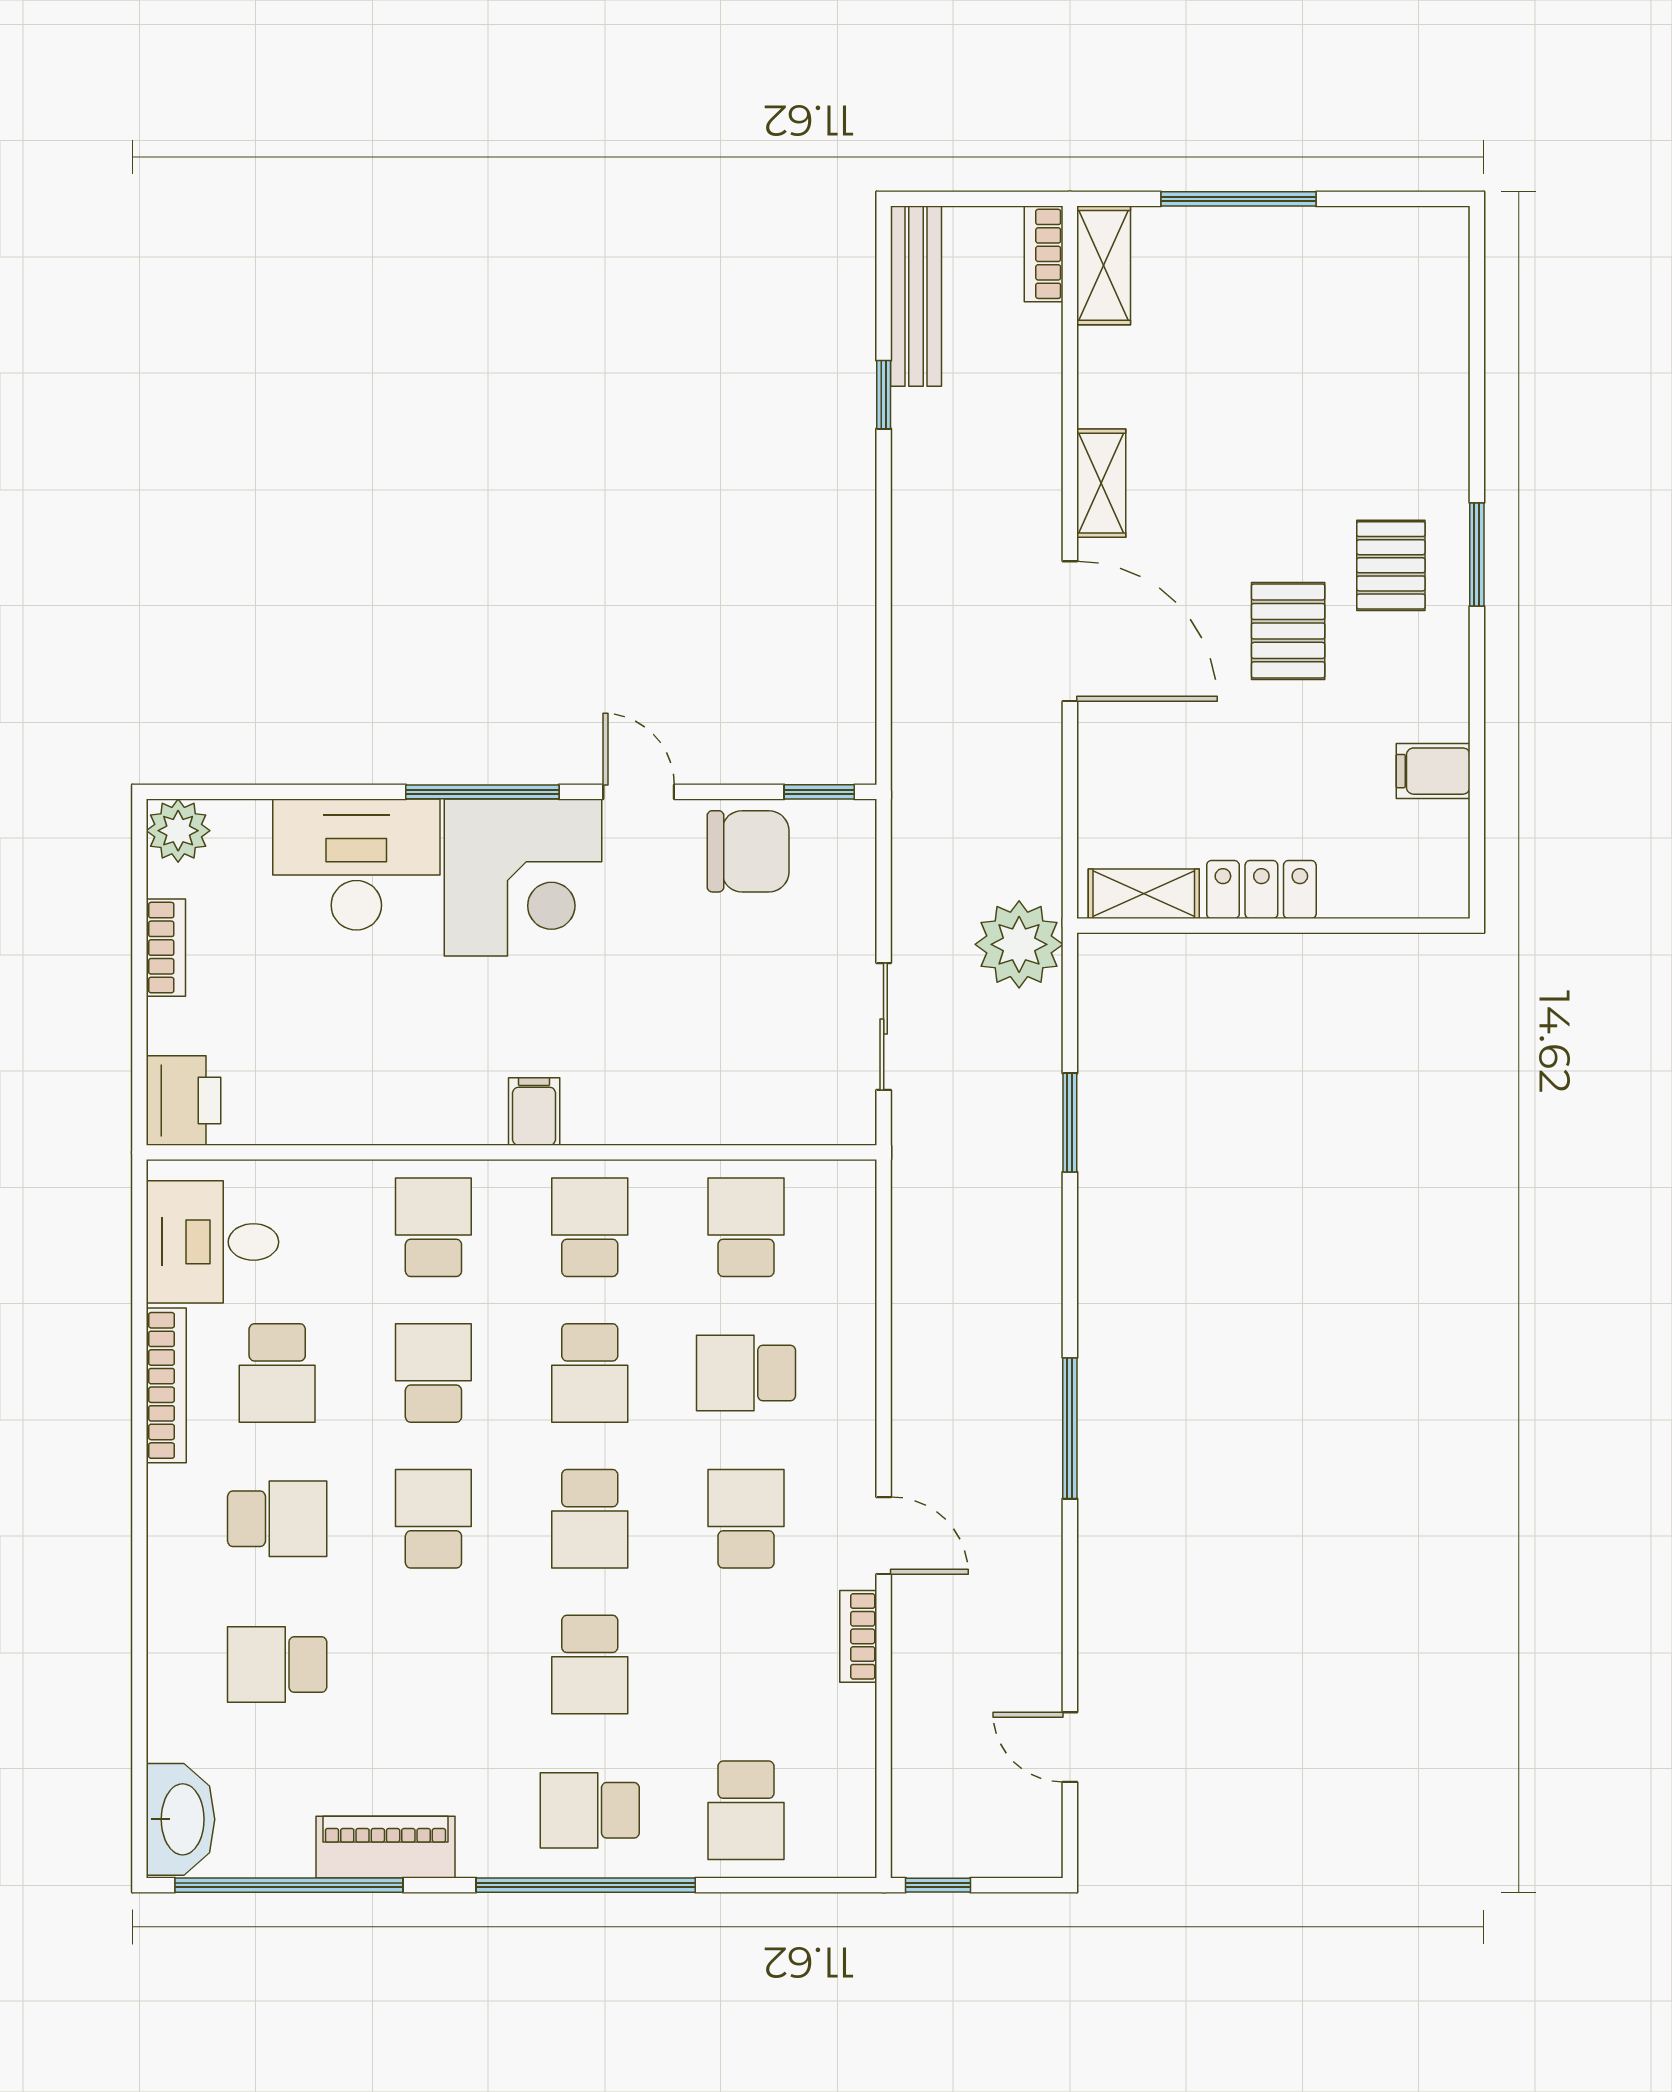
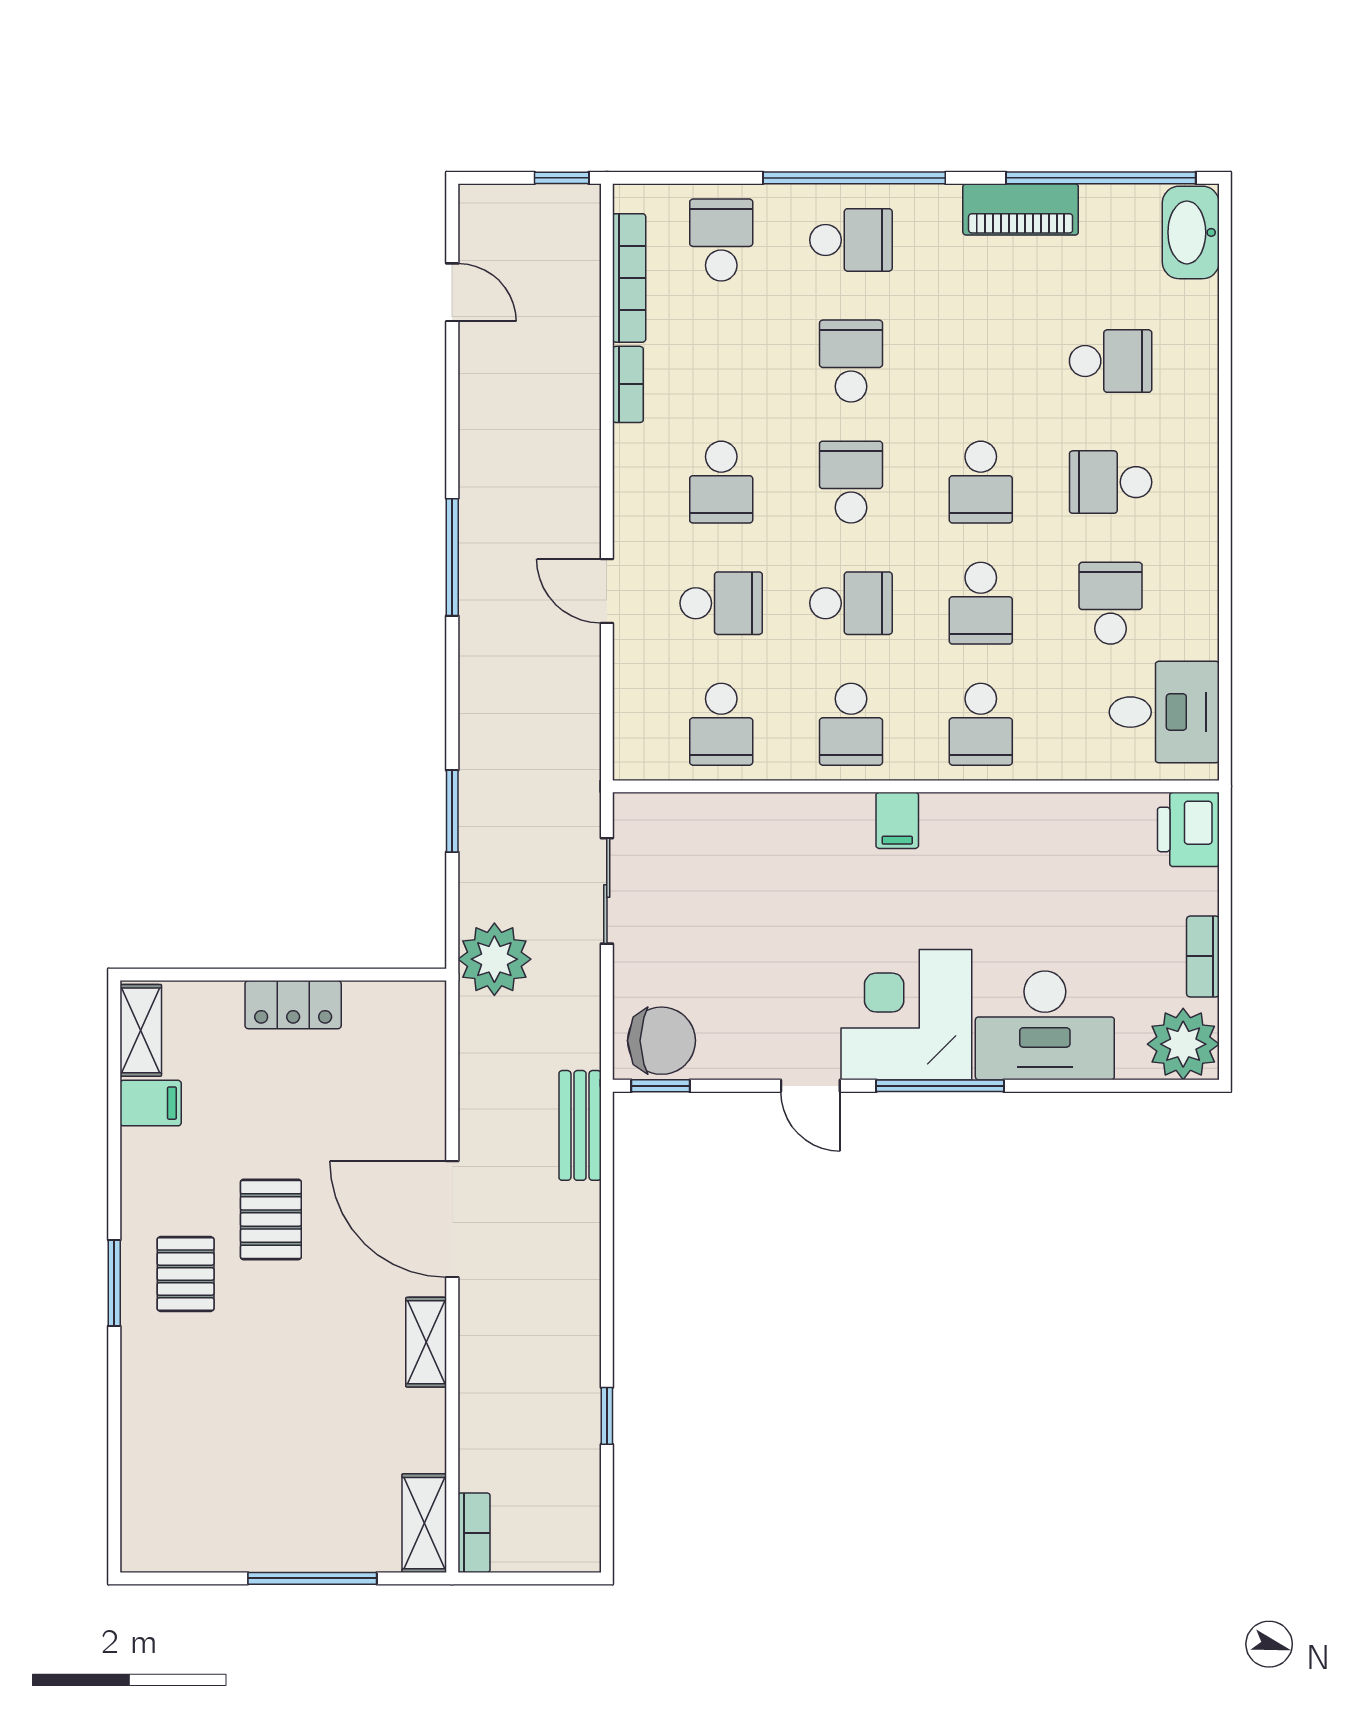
bench: (916, 296) -> (580, 1125), moved, width x0.73
plant: (178, 831) -> (1183, 1044), width x1.36, depth x1.36
chair: (748, 851) -> (661, 1041), moved, turned 180
shelving: (1144, 894) -> (141, 1030), moved, turned 90
school desk: (590, 1373) -> (851, 603), turned 90
bookcase: (166, 1385) -> (629, 278), moved, turned 180
door: (884, 1536) -> (607, 591), moved

